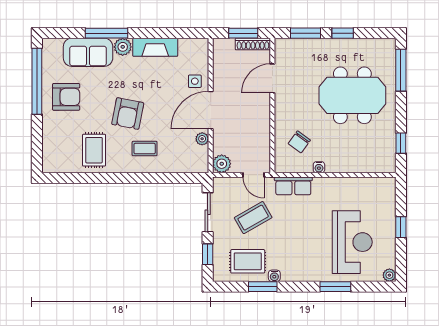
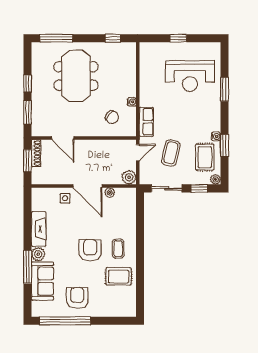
armchair: (128, 114) -> (90, 250), turned -101
coffee table: (145, 149) -> (118, 249), moved
coffee table: (253, 218) -> (171, 153), turned 43
reception desk: (352, 242) -> (190, 76), turned 180
plant: (389, 275) -> (216, 179), moved

